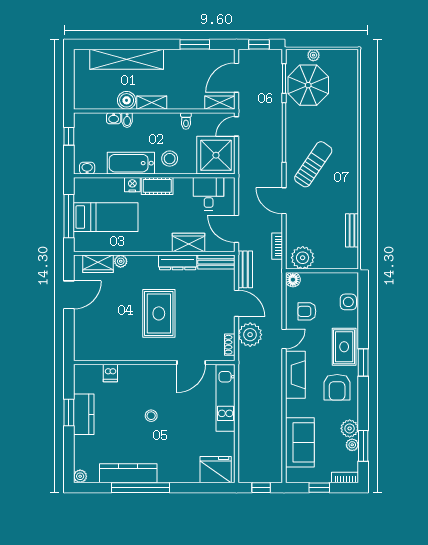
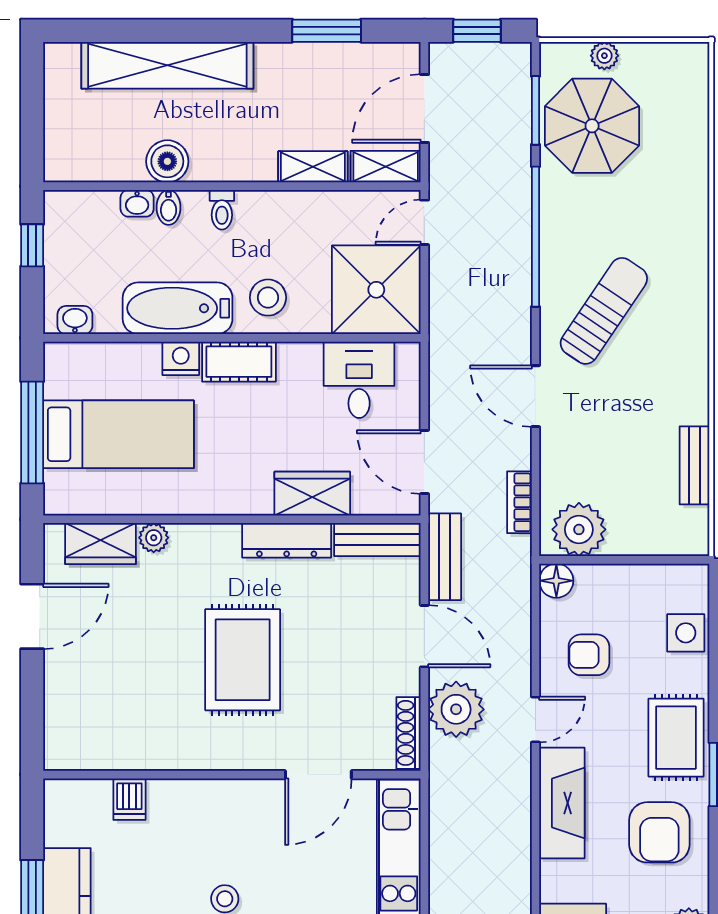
shelving: (152, 103) -> (313, 167), moved
toilet: (186, 121) -> (222, 210), moved
shoe rack: (230, 345) -> (409, 733), width x1.43

